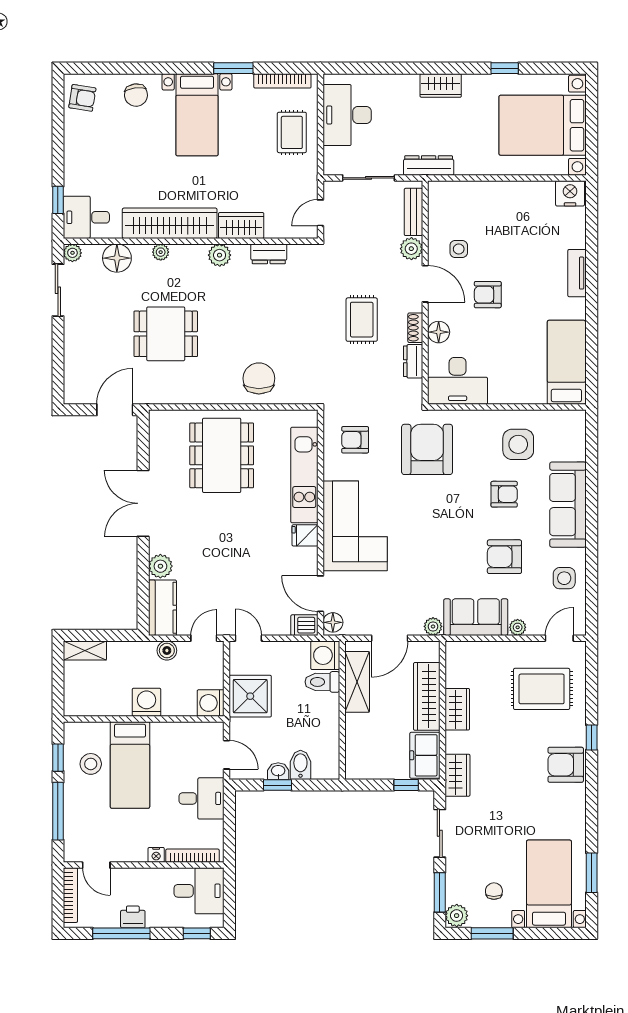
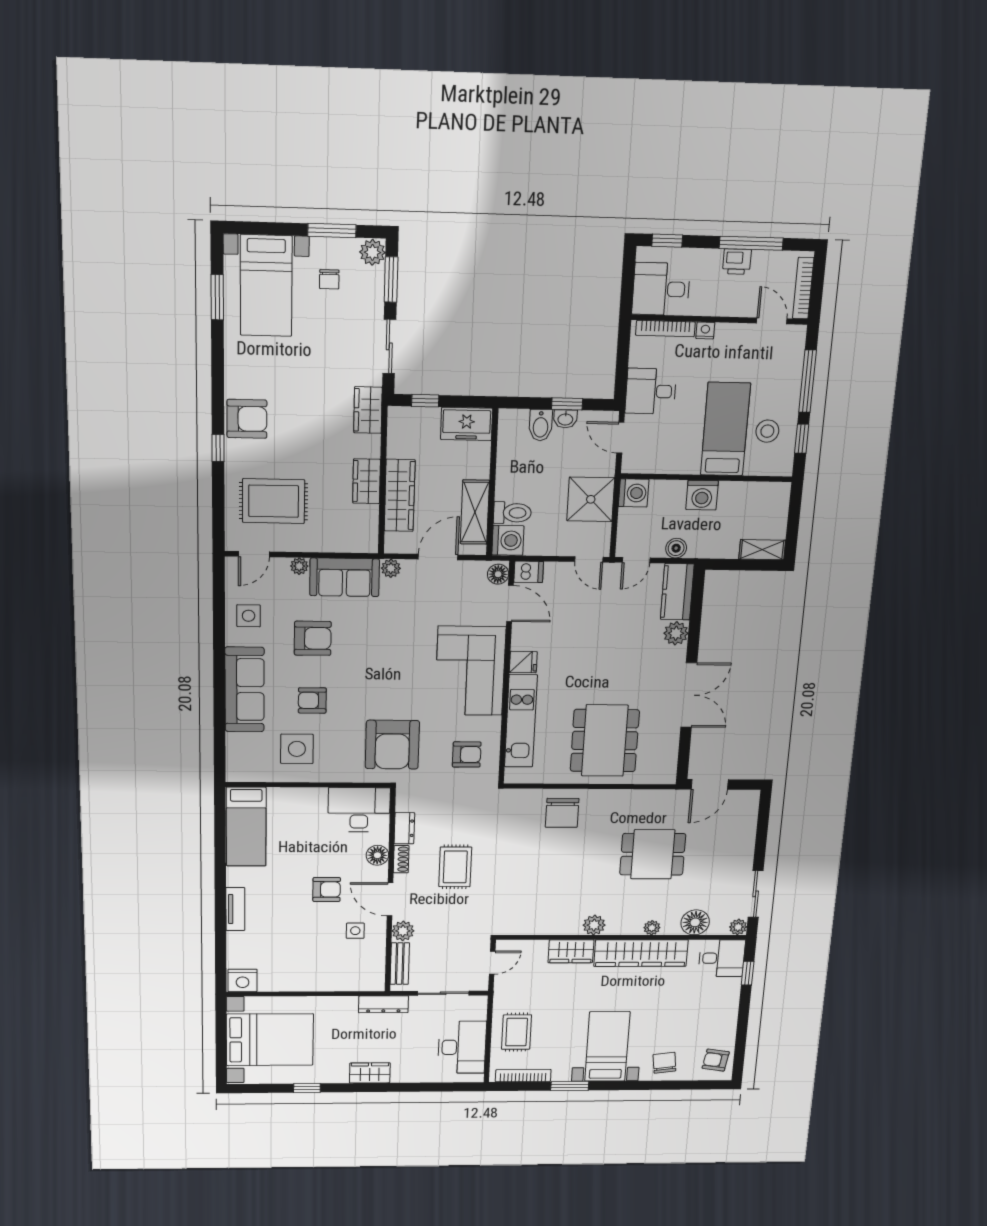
dresser: (269, 254) -> (545, 926), removed
freezer: (425, 755) -> (467, 424), moved, turned 90

